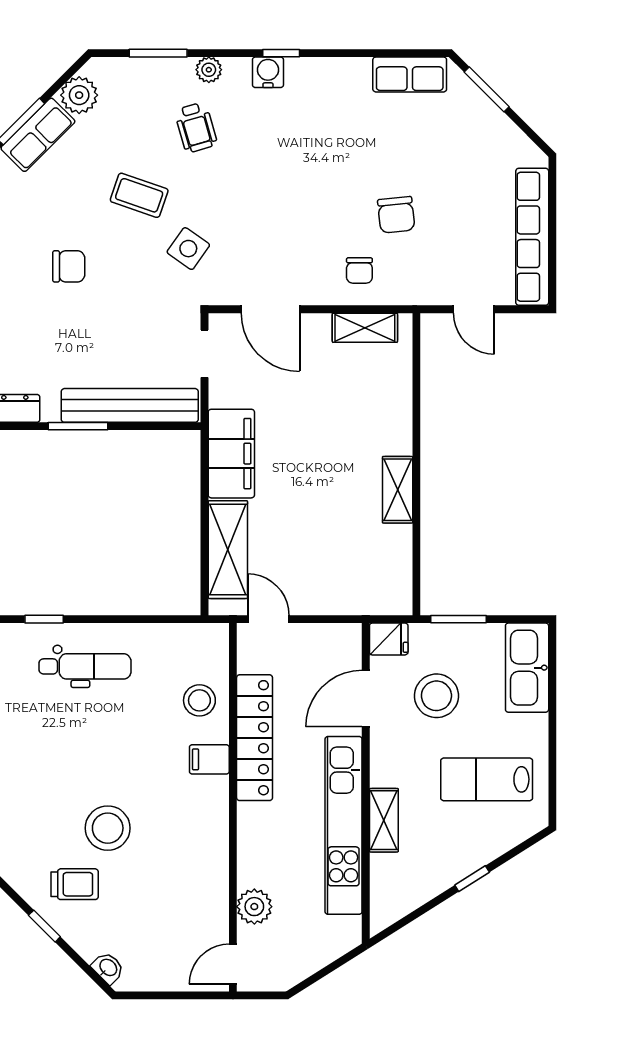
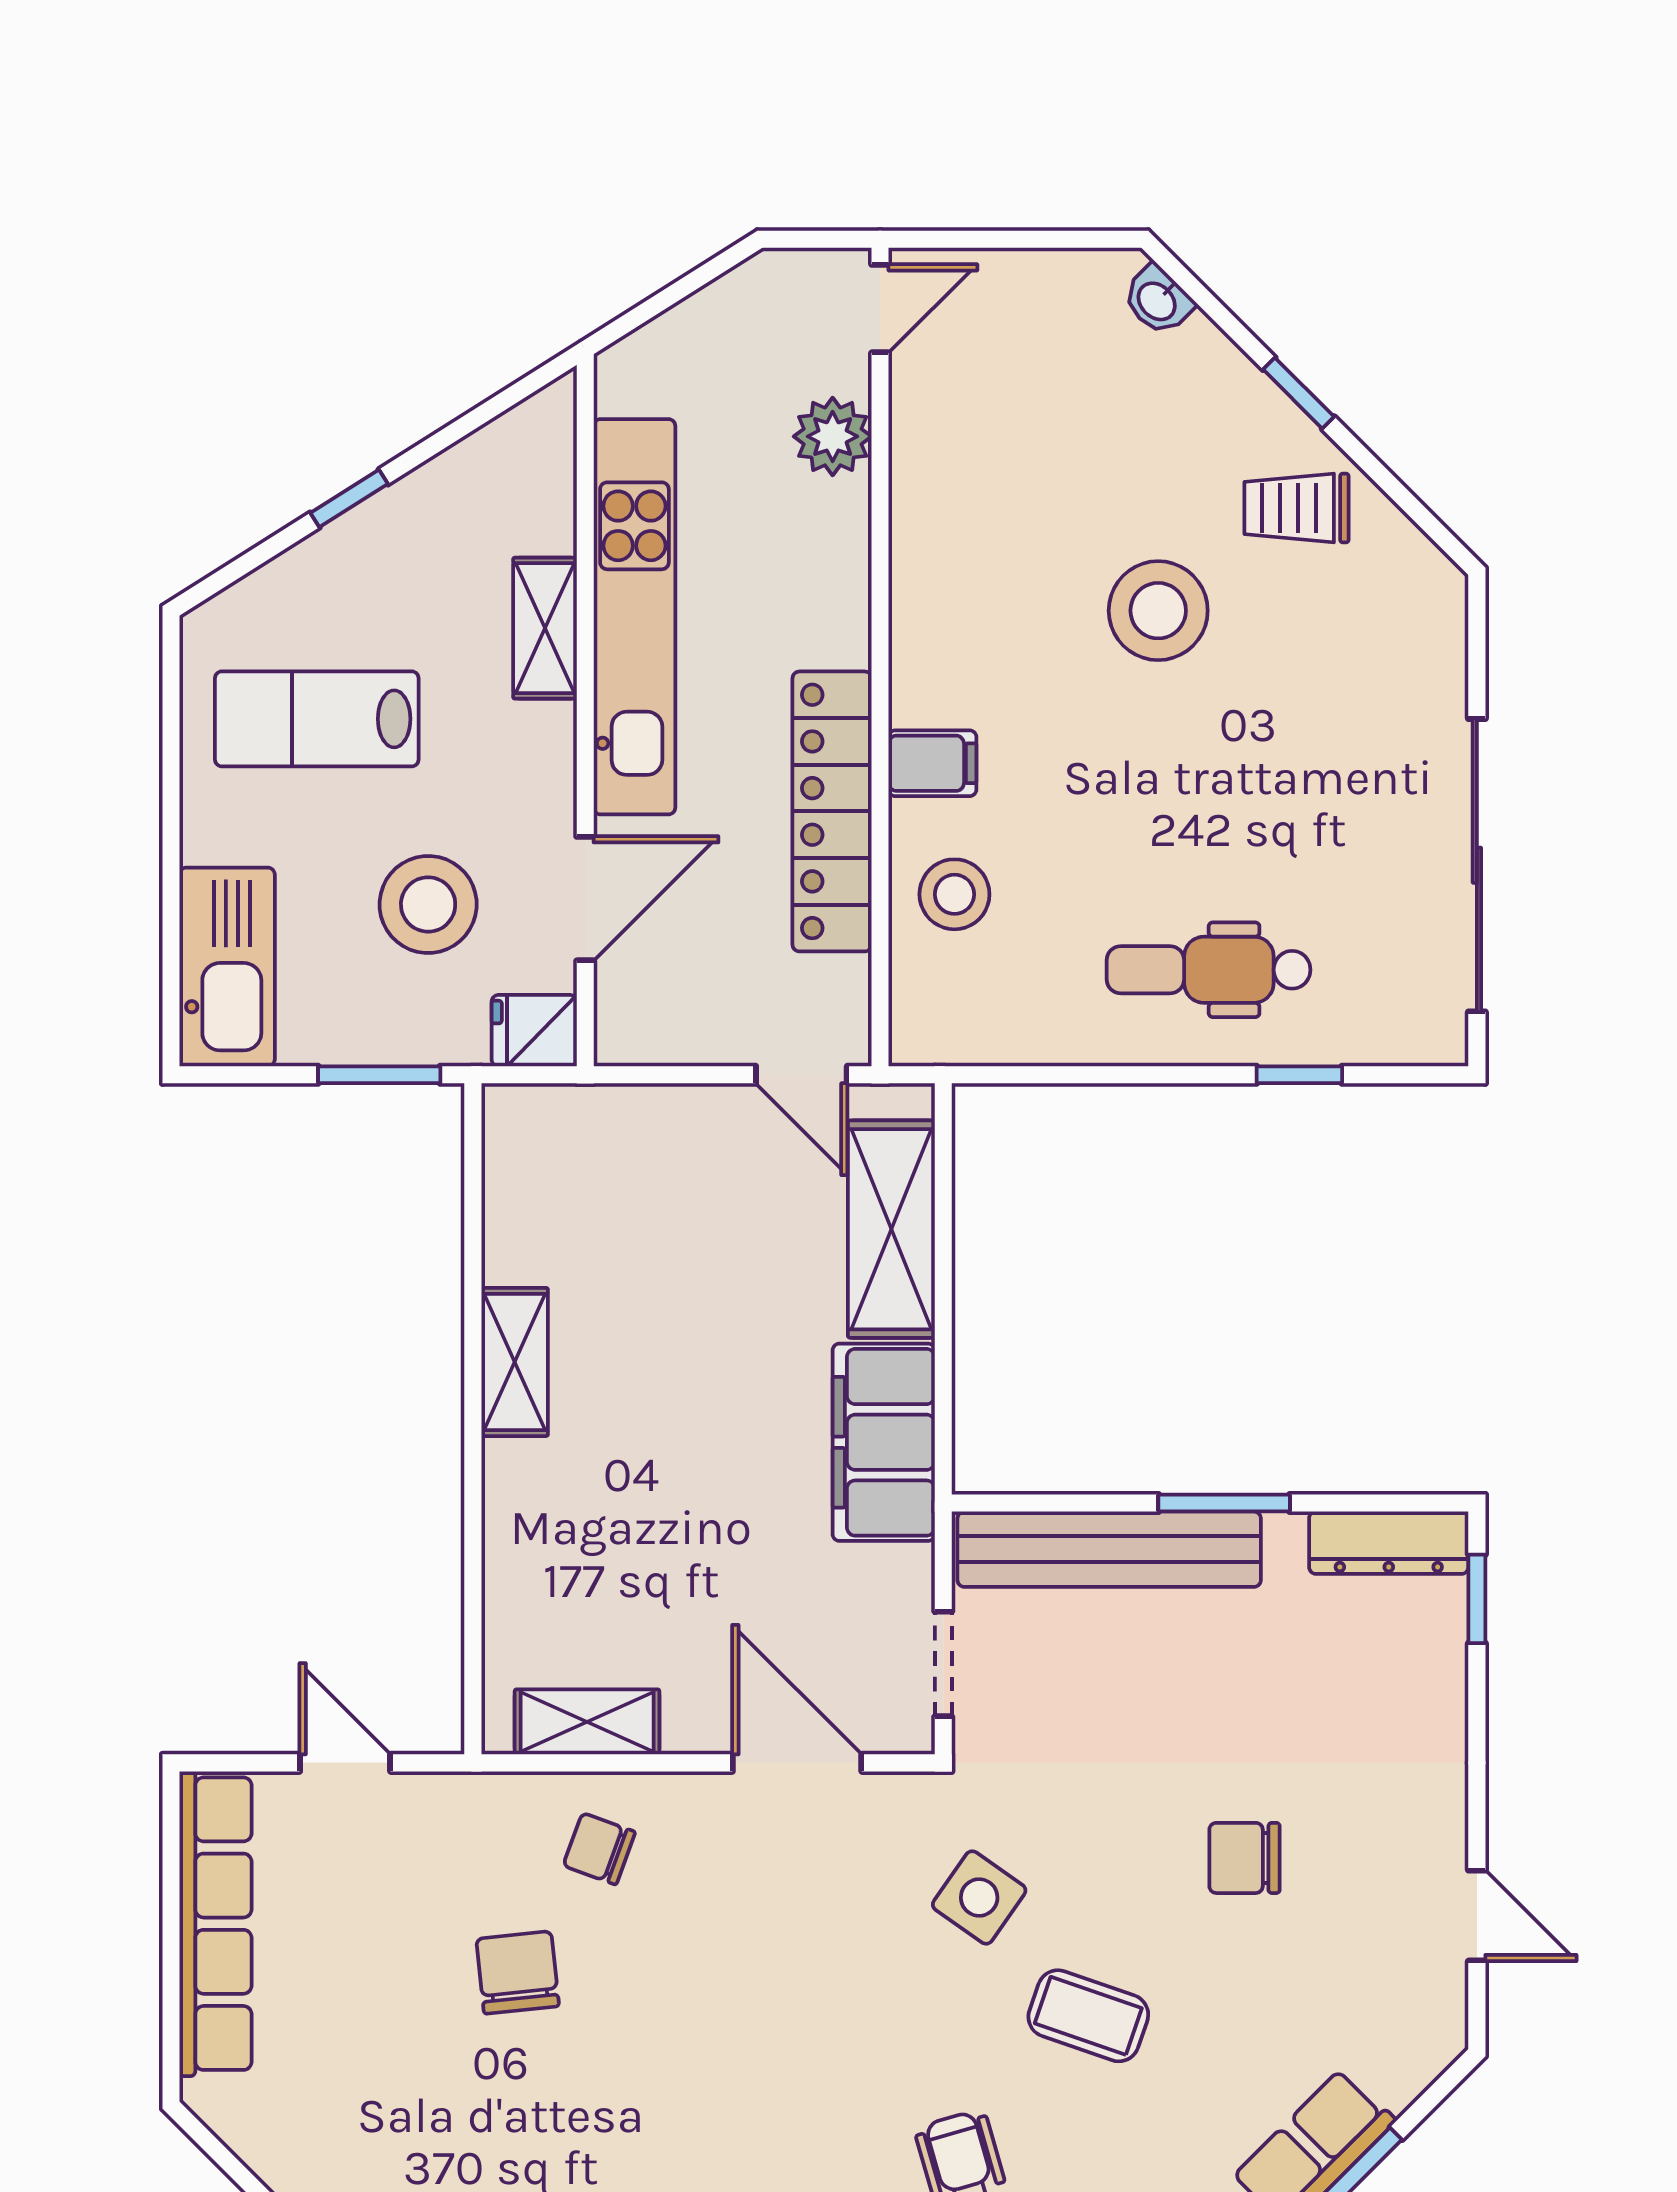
chair: (359, 270) -> (599, 1849), turned -70
lab bench: (487, 779) -> (317, 719), turned 180
trolley: (75, 884) -> (1296, 508), moved

